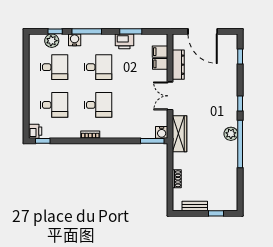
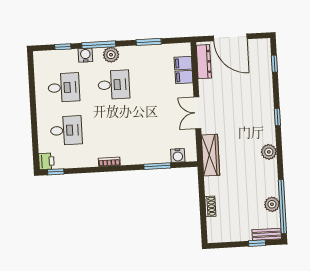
plant: (52, 41) -> (111, 55), moved
printer: (124, 41) -> (142, 54), removed
dresser: (178, 65) -> (204, 62), moved
desk: (98, 105) -> (116, 128), removed
water cooler: (162, 132) -> (178, 155), moved
window: (152, 141) -> (157, 166), moved
window: (240, 144) -> (282, 207), moved
plant: (231, 180) -> (272, 204), added
bench: (195, 206) -> (267, 234), moved

